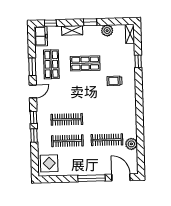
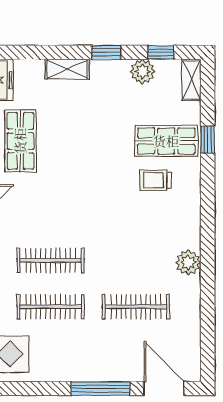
window: (50, 23) -> (161, 52), moved
shop shelf: (85, 63) -> (166, 141), moved
plant: (131, 144) -> (188, 263), moved

